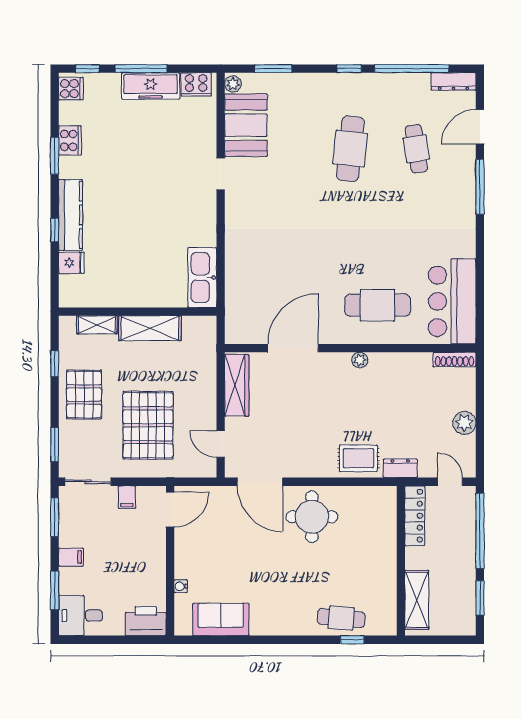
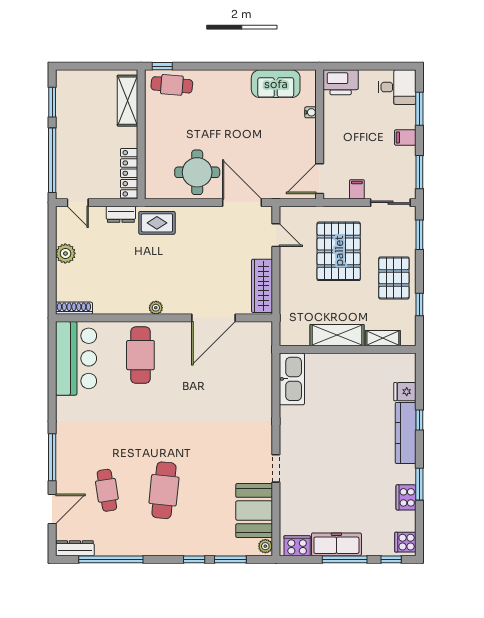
window: (349, 69) -> (194, 559), moved
cafe table: (377, 305) -> (140, 355), turned 90
locker: (415, 516) -> (129, 173), moved
wall: (401, 561) -> (141, 134), moved
shelving: (417, 600) -> (128, 101), moved

